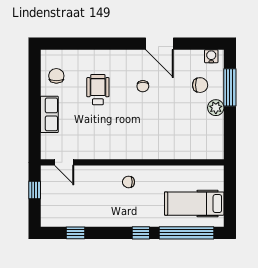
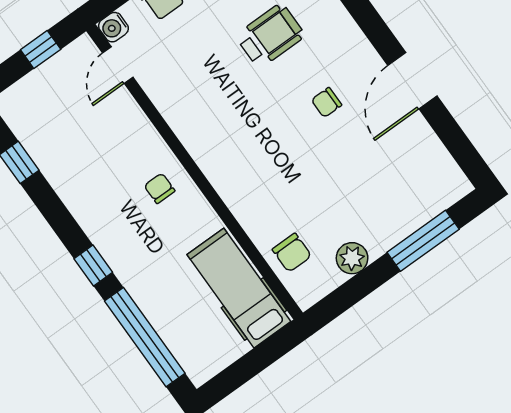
water cooler: (211, 56) -> (113, 27), moved, turned 180
chair: (200, 85) -> (292, 253), moved
plant: (216, 108) -> (352, 258), moved
hospital bed: (194, 204) -> (239, 288), moved

